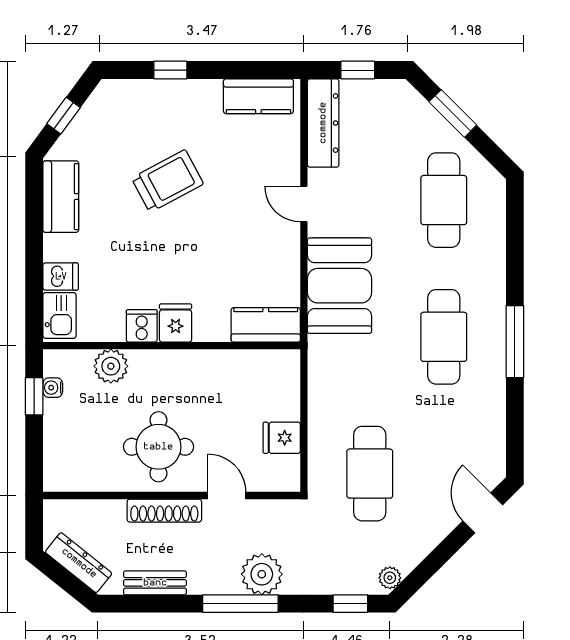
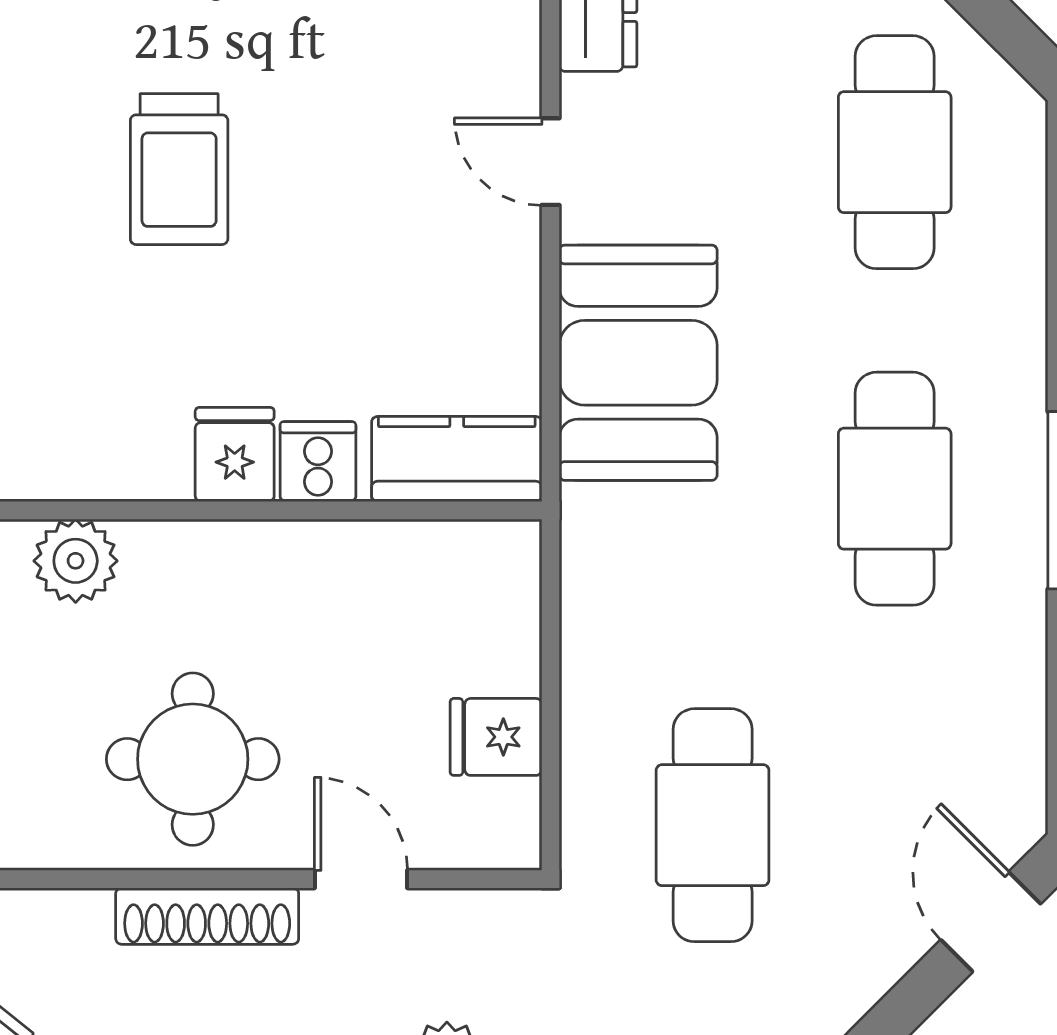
trolley: (167, 181) -> (179, 169), moved, turned 118
cooker: (142, 326) -> (318, 462), moved

